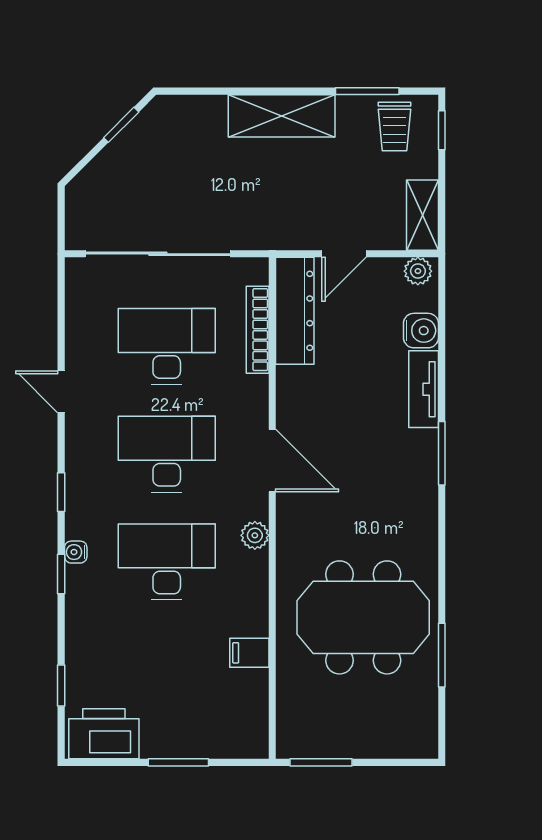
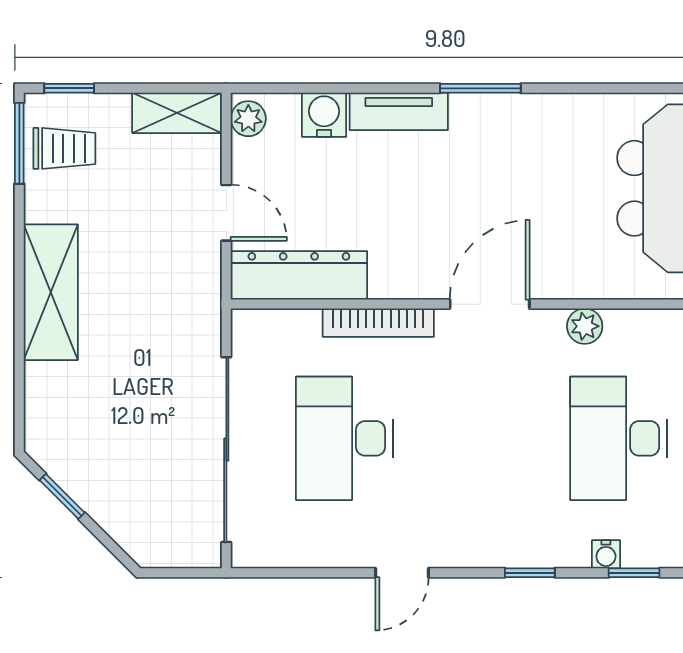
window: (367, 91) -> (19, 143), moved
bookcase: (258, 330) -> (378, 323), moved
desk: (167, 454) -> (481, 438), removed

